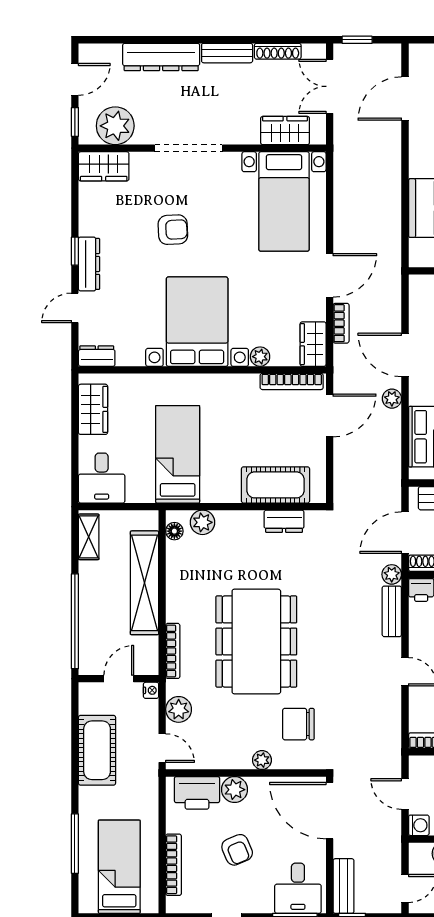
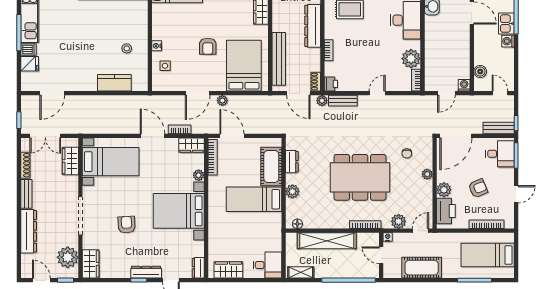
door: (405, 99) -> (52, 93), hinge flipped
bed: (178, 454) -> (254, 199), moved
plant: (202, 522) -> (292, 191), moved
chair: (298, 724) -> (407, 153), width x0.54, depth x0.54

